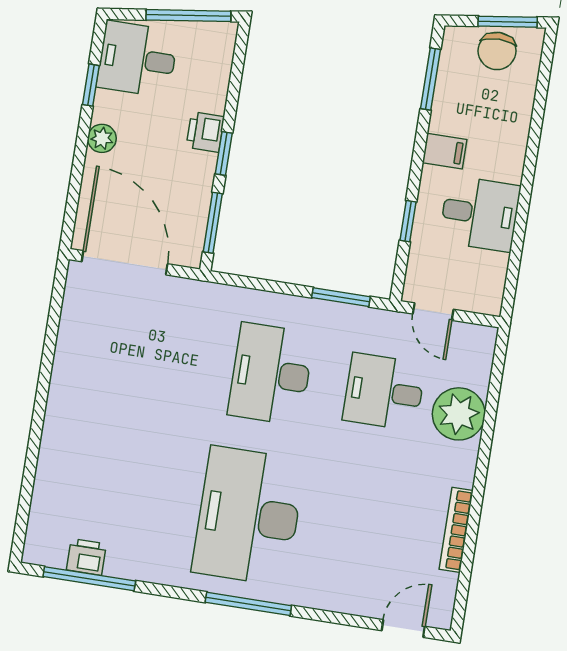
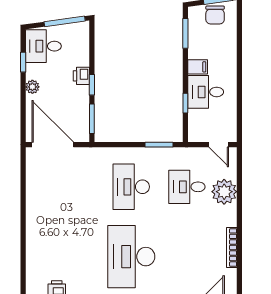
desk: (480, 214) -> (206, 92), moved, turned 180
door: (433, 312) -> (219, 145), moved

